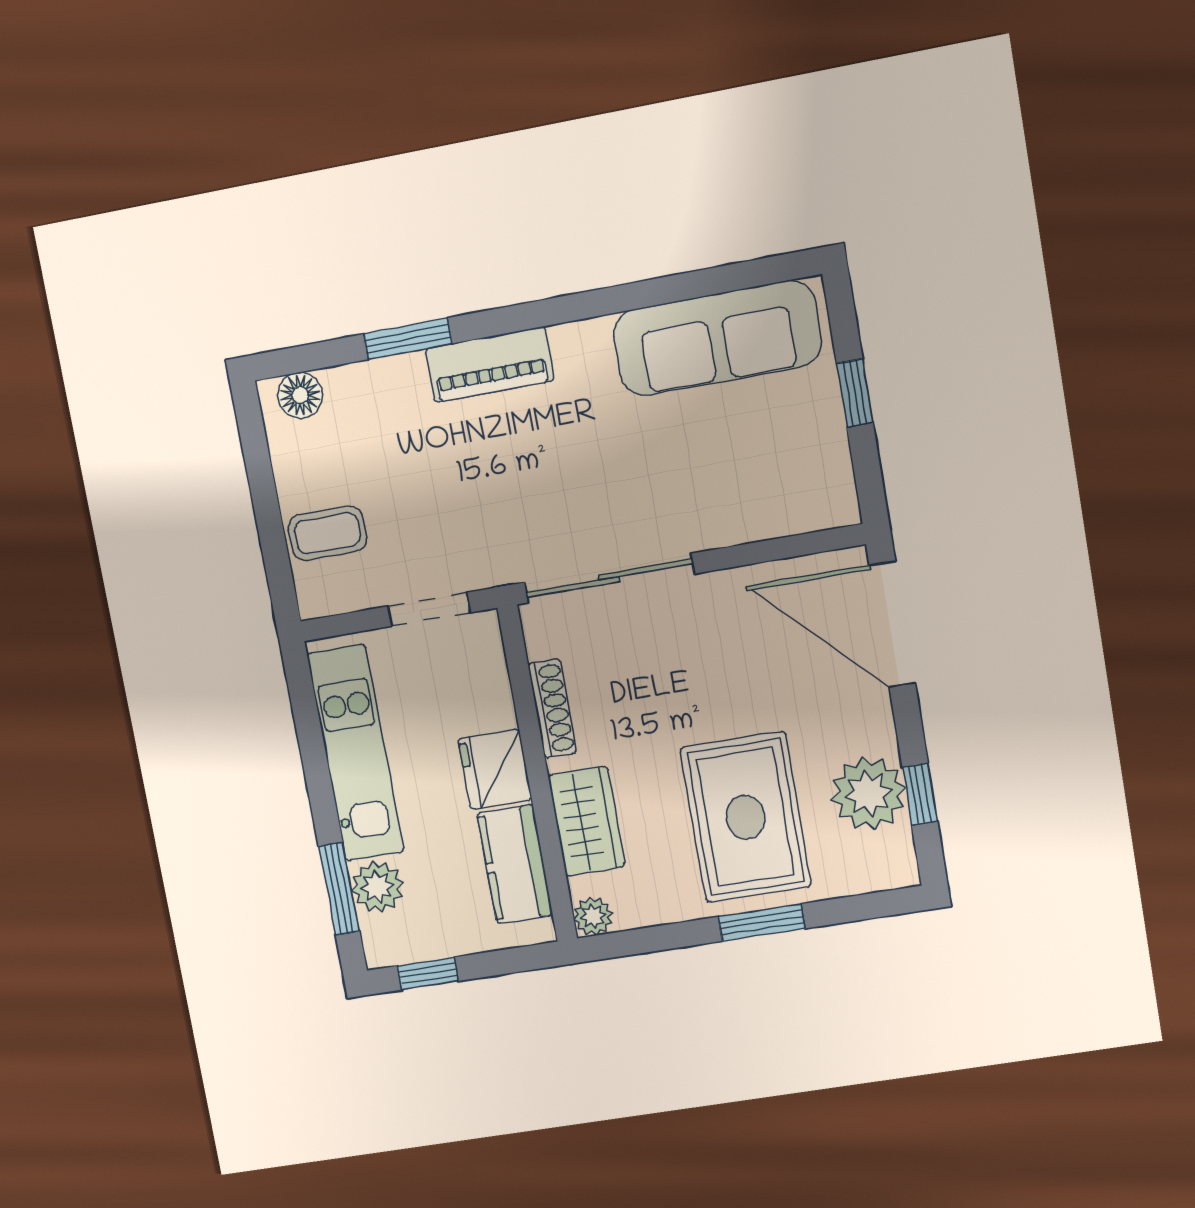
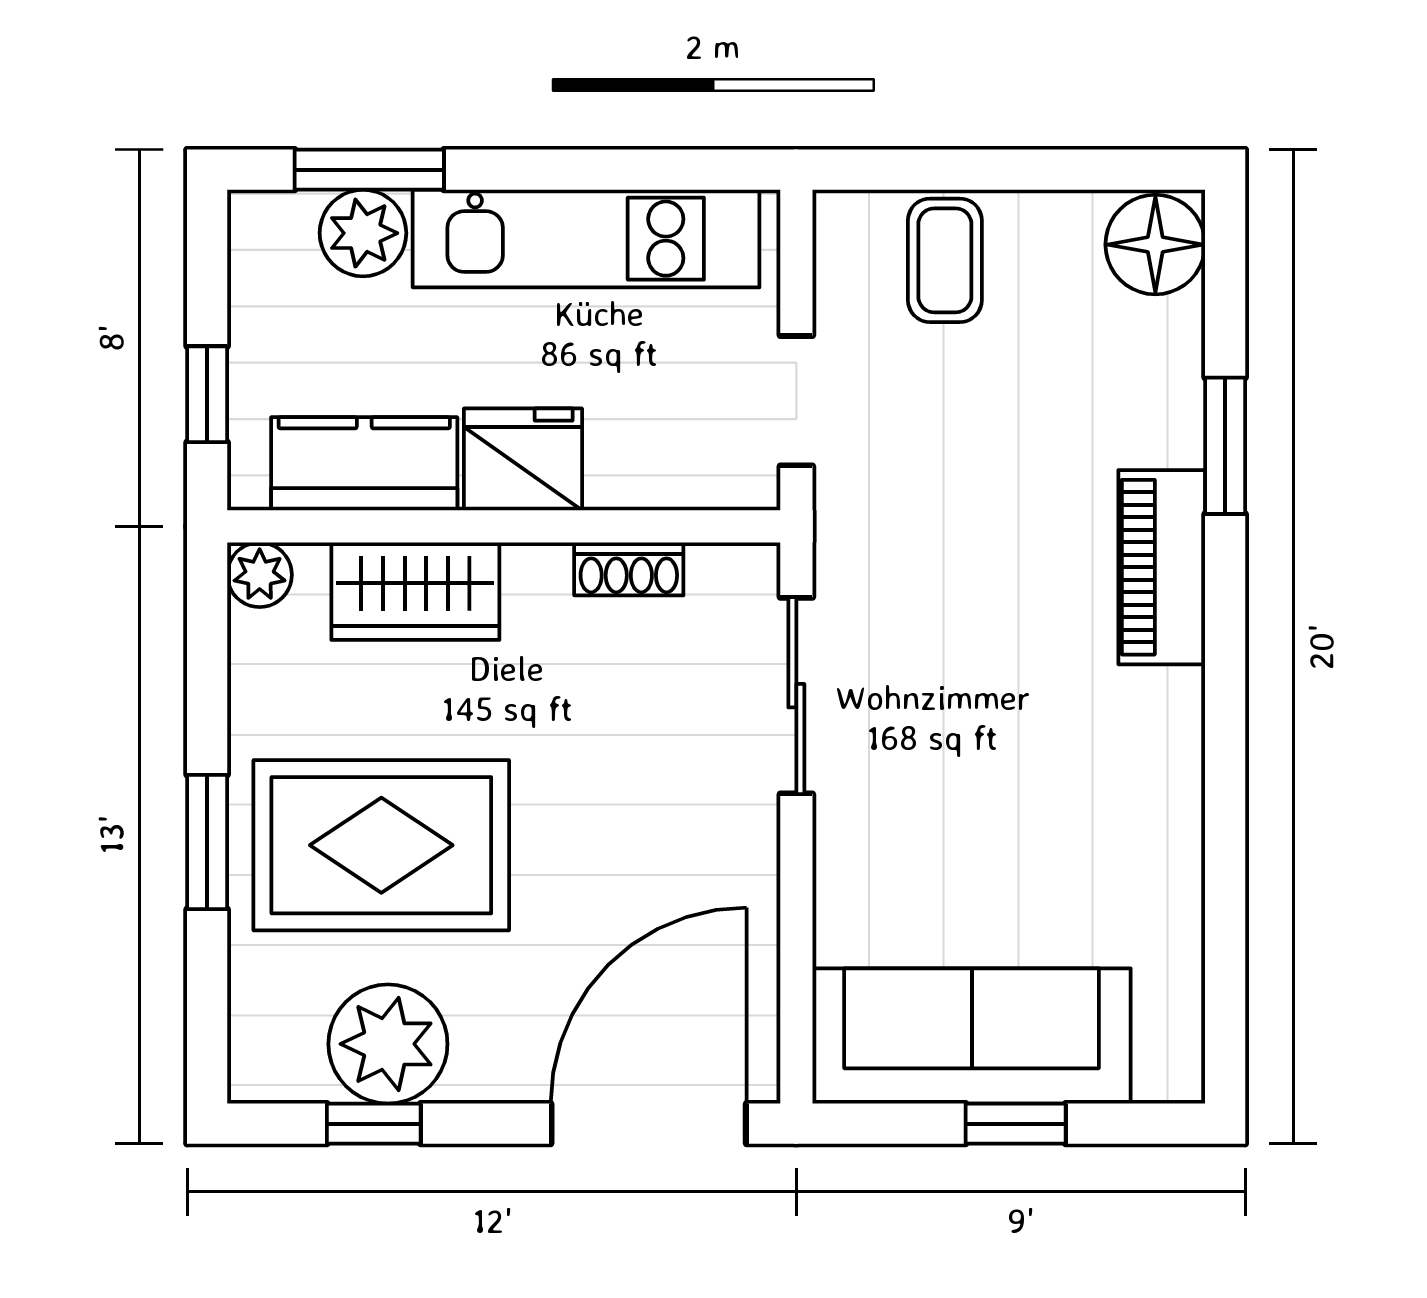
sofa: (717, 338) -> (972, 1036), moved, turned 90
floor lamp: (300, 395) -> (1155, 245), width x1.38, depth x1.38
sliding door: (609, 578) -> (796, 696), width x0.73
shoe rack: (552, 708) -> (629, 569), width x0.70
window: (428, 973) -> (207, 394), moved

